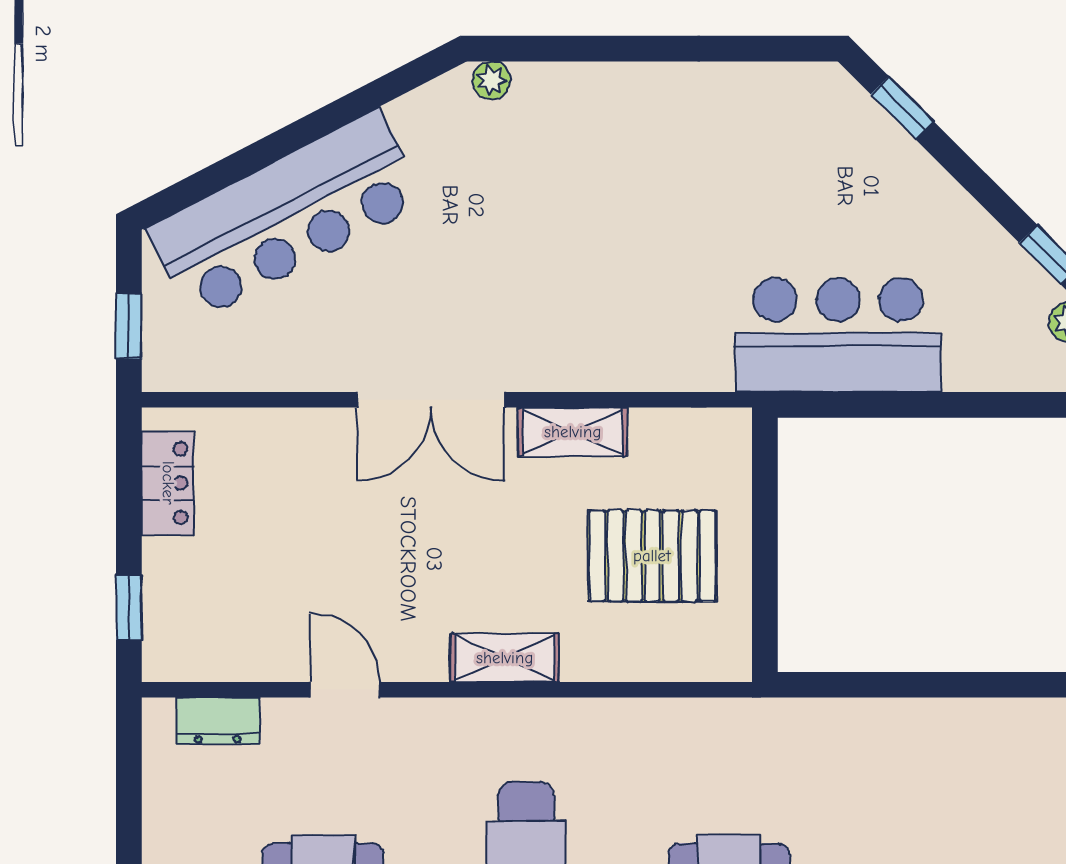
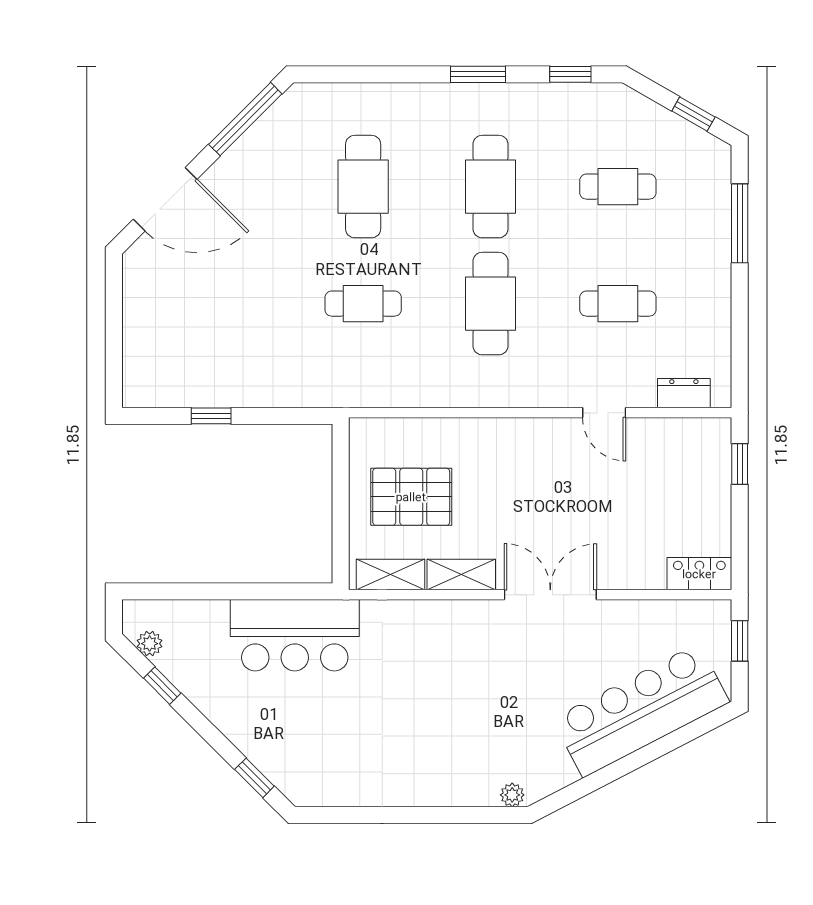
locker: (168, 483) -> (699, 574), moved, turned 90
shelving: (505, 658) -> (390, 575), moved
window: (971, 685) -> (211, 416), added

